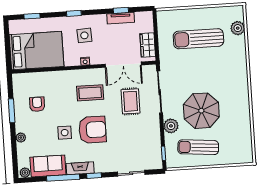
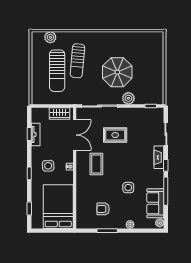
rug: (131, 101) -> (115, 135), moved
armchair: (92, 130) -> (127, 164), removed
sun lounger: (198, 147) -> (77, 61), moved
fireplace: (80, 168) -> (159, 157), moved

